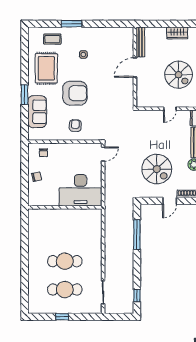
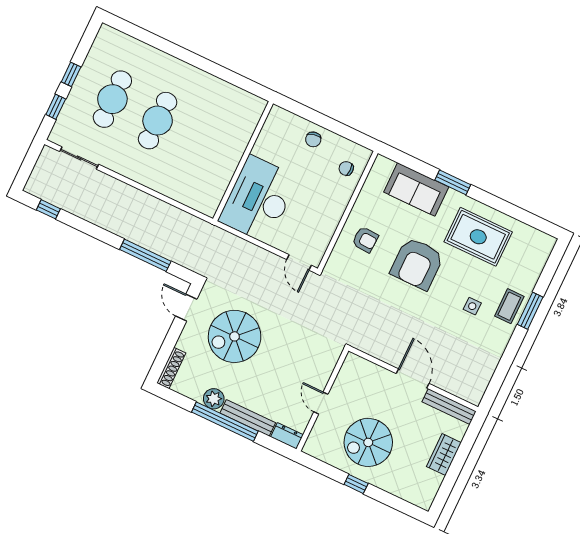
wardrobe: (177, 33) -> (444, 455), moved
coffee table: (52, 39) -> (509, 306), moved
door: (170, 201) -> (186, 308), moved
window: (83, 317) -> (56, 107), added

